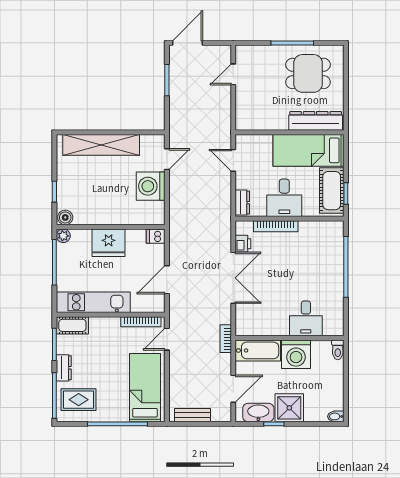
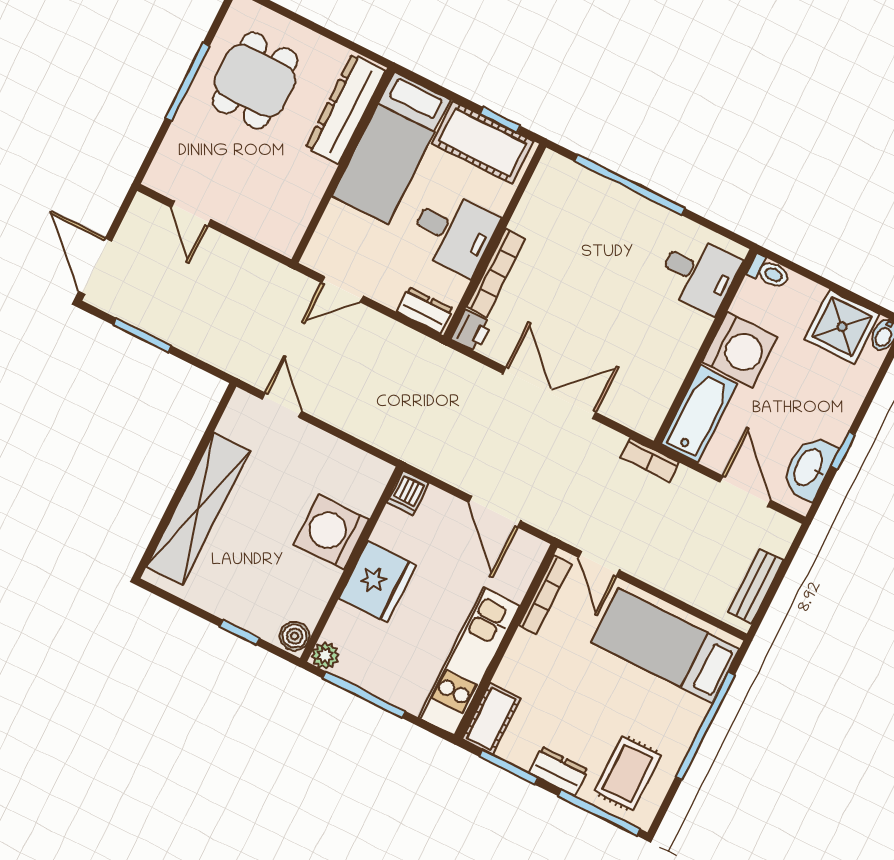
washing machine: (151, 186) -> (332, 532), moved, turned 90
printer: (243, 244) -> (471, 331), moved, turned 90
desk: (306, 318) -> (699, 274), moved
shower: (289, 408) -> (842, 327), moved

